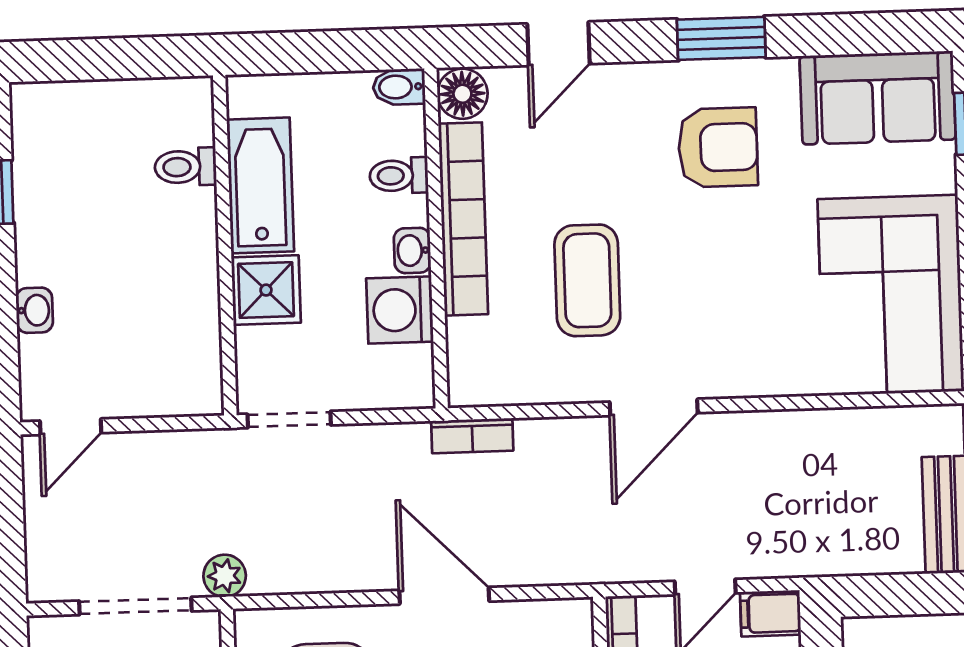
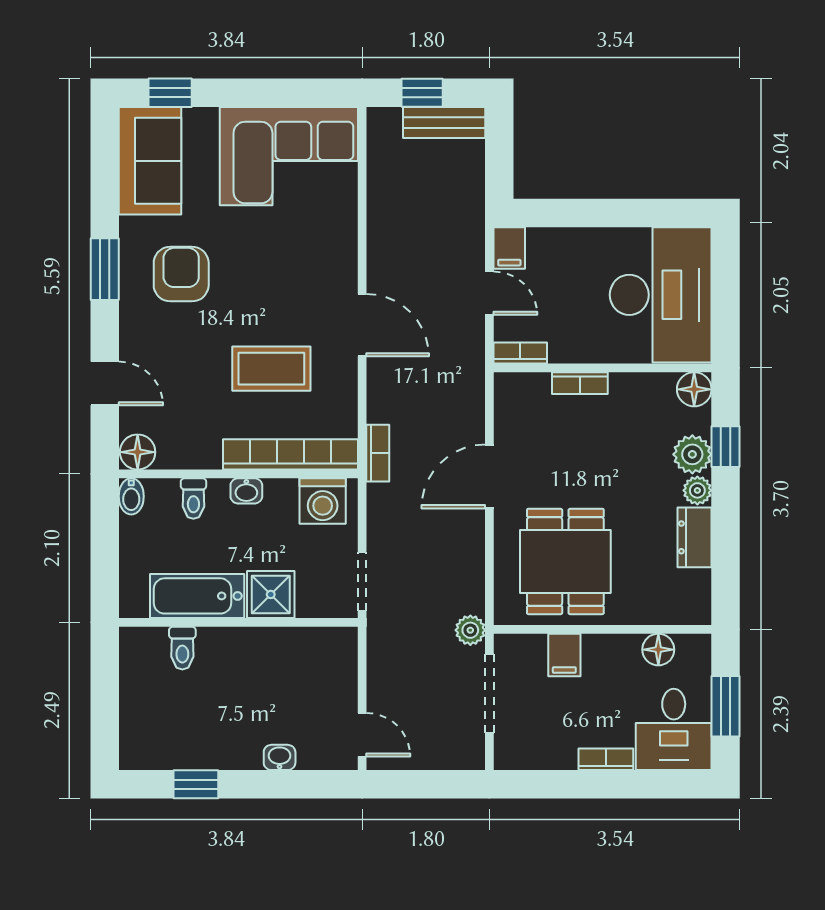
bookcase: (463, 219) -> (290, 454), moved
washing machine: (400, 310) -> (323, 501), moved

